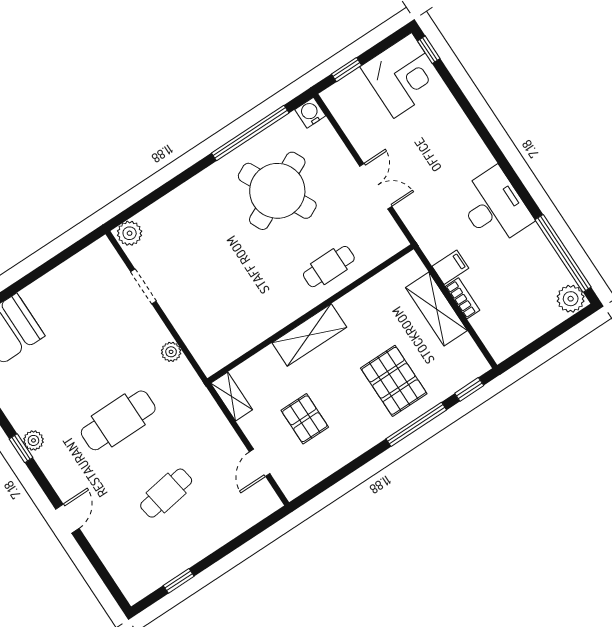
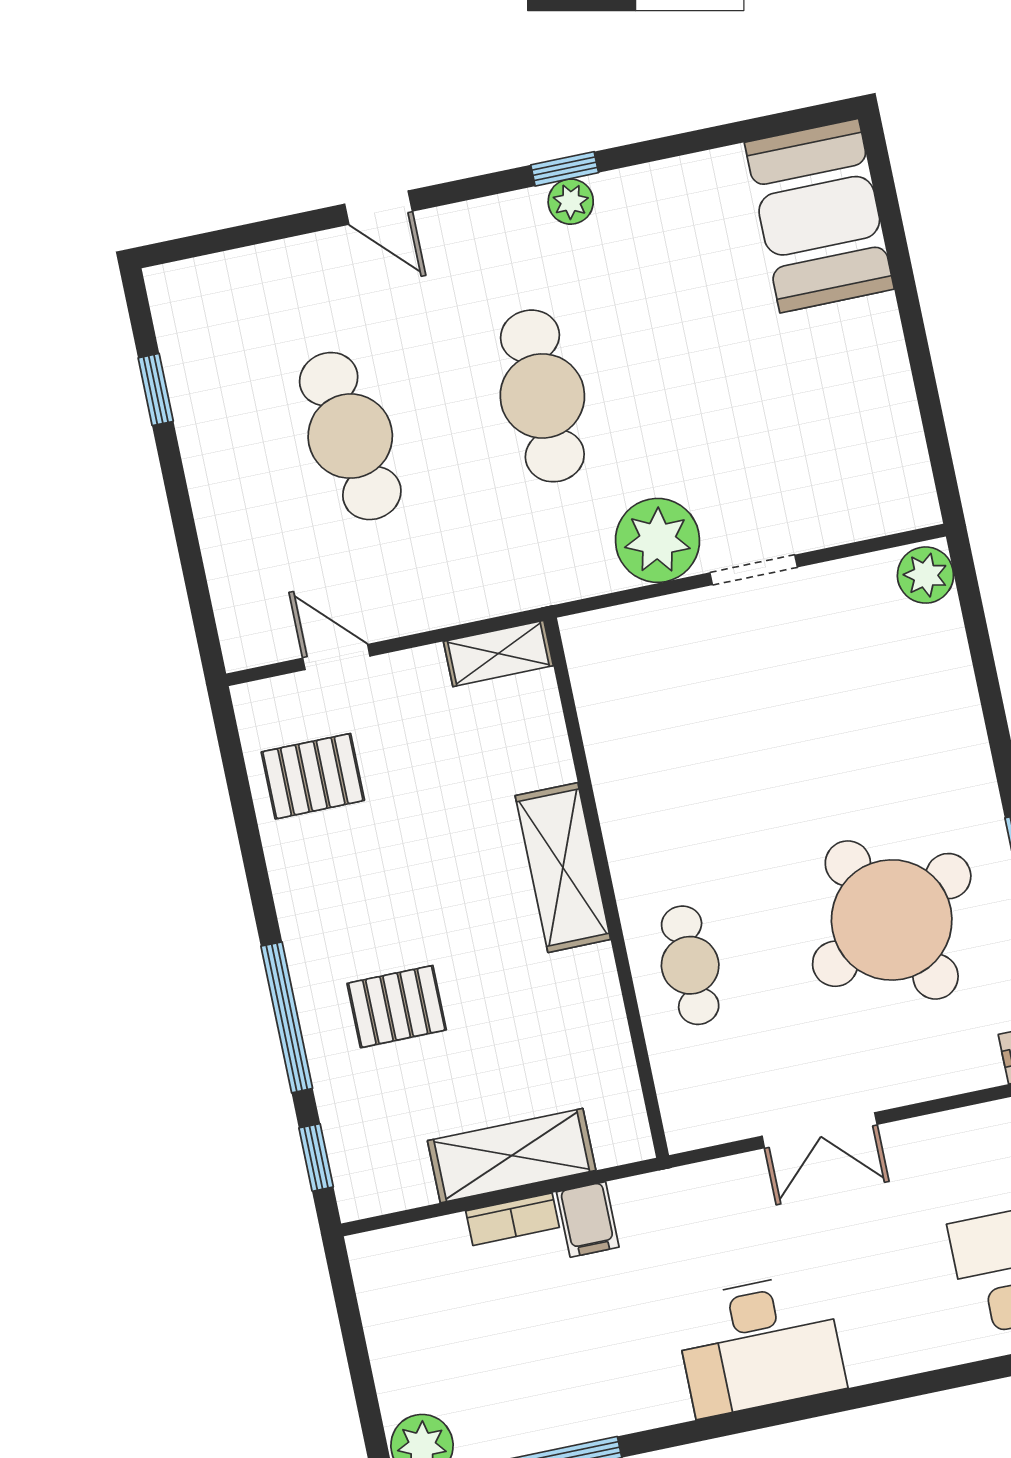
desk: (494, 207) -> (760, 1344), moved
doorway: (143, 287) -> (754, 570), moved
plant: (171, 352) -> (658, 540), width x1.87, depth x1.87
pallet: (394, 381) -> (397, 1007), width x0.67, depth x0.71
pallet: (305, 419) -> (313, 776), moved
cafe table: (166, 493) -> (350, 436), width x1.37, depth x1.35

